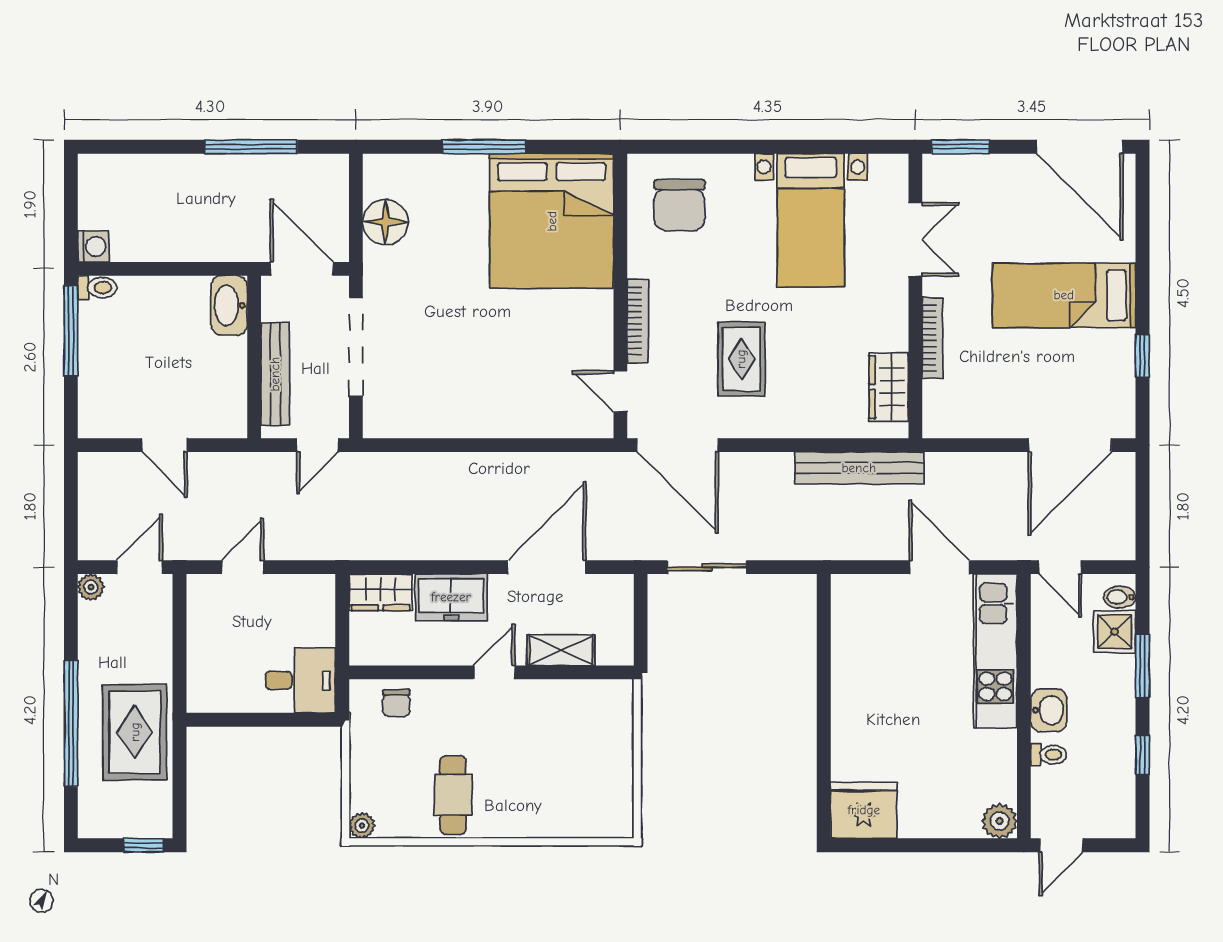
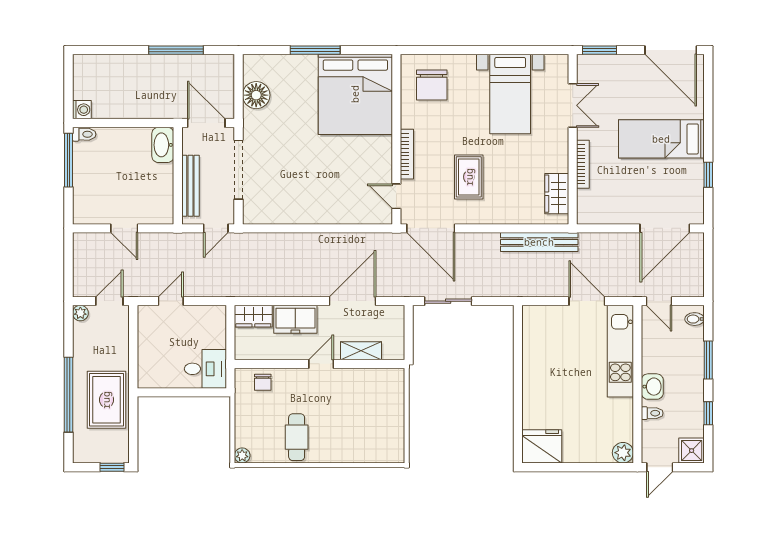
shower: (1115, 632) -> (692, 451), moved

